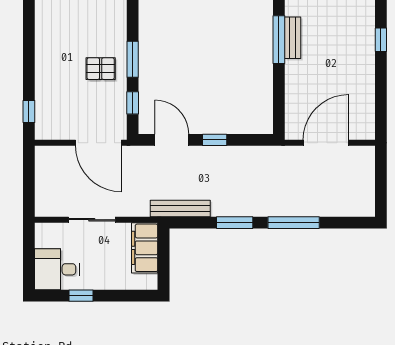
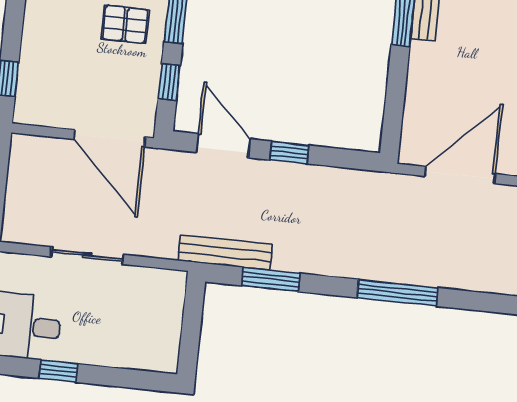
window: (235, 223) -> (271, 279), moved
filing cabinet: (145, 248) -> (164, 307), removed

